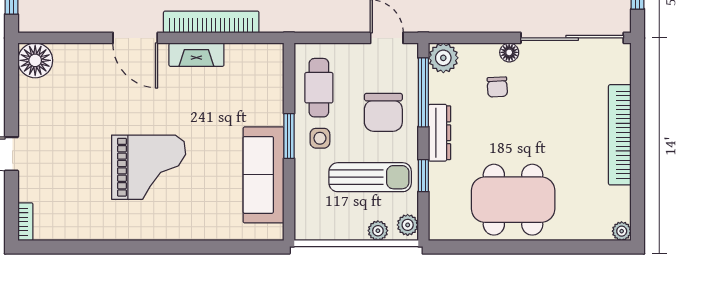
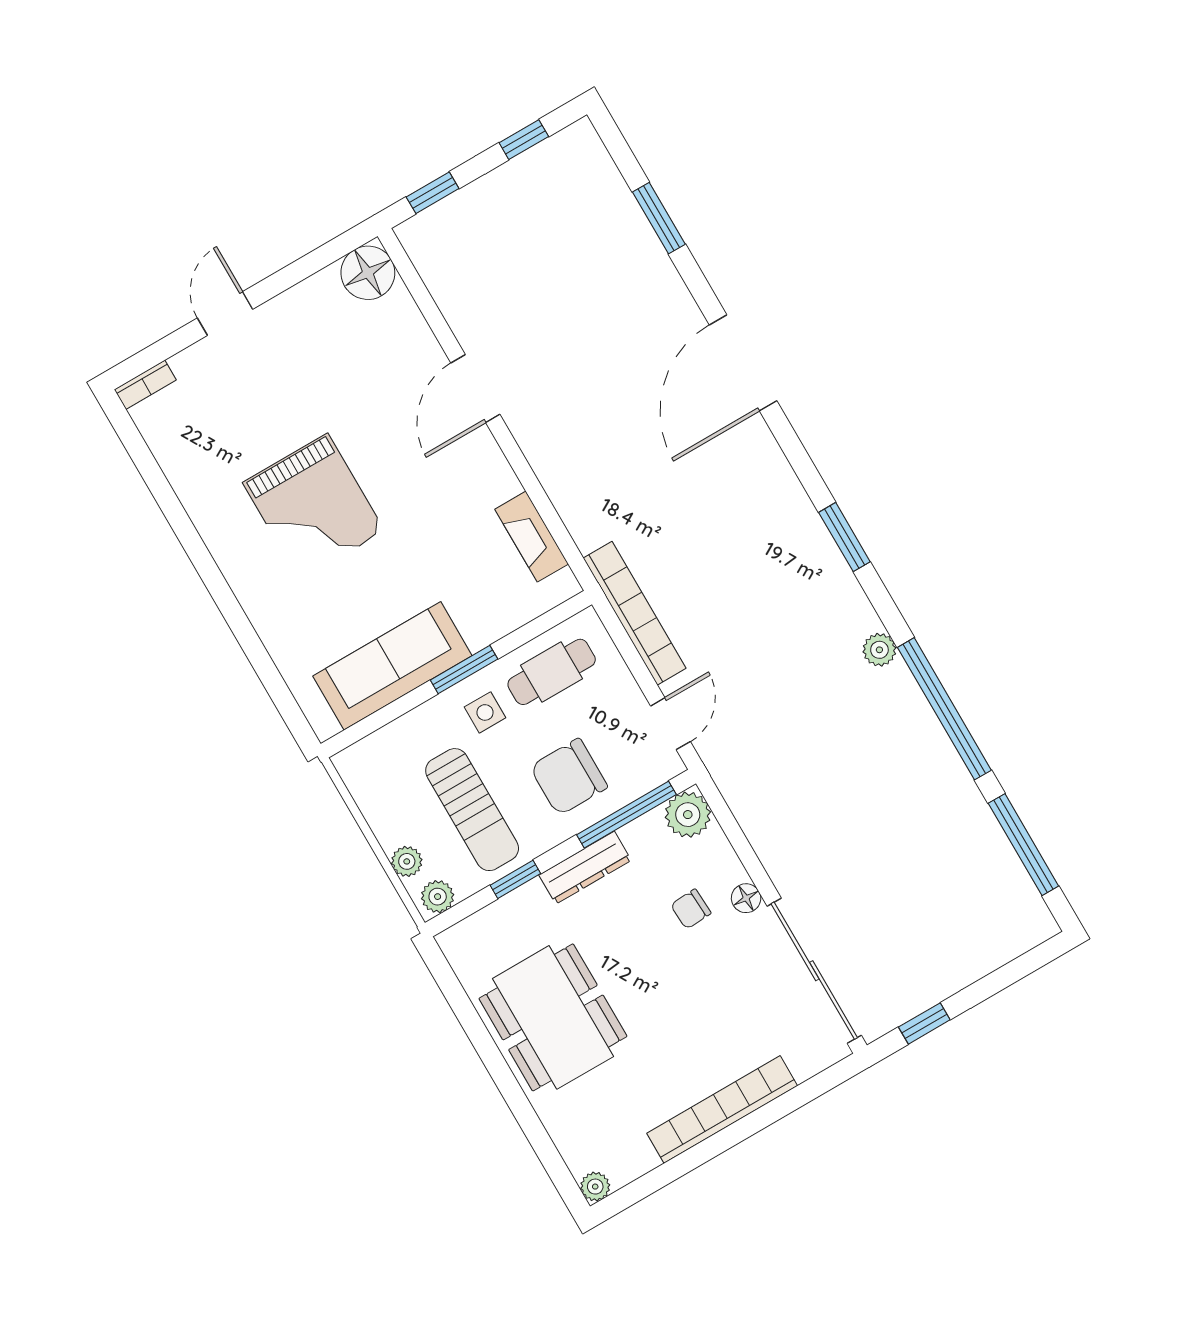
bookcase: (211, 22) -> (635, 613), moved
fireplace: (196, 55) -> (532, 537), moved

